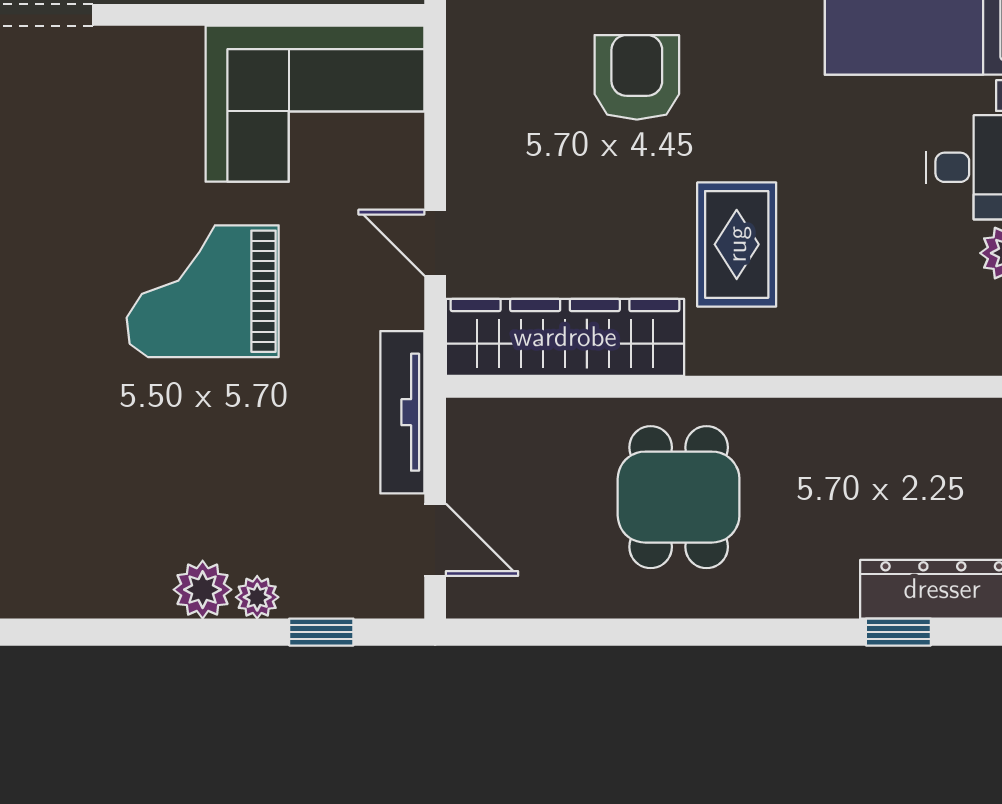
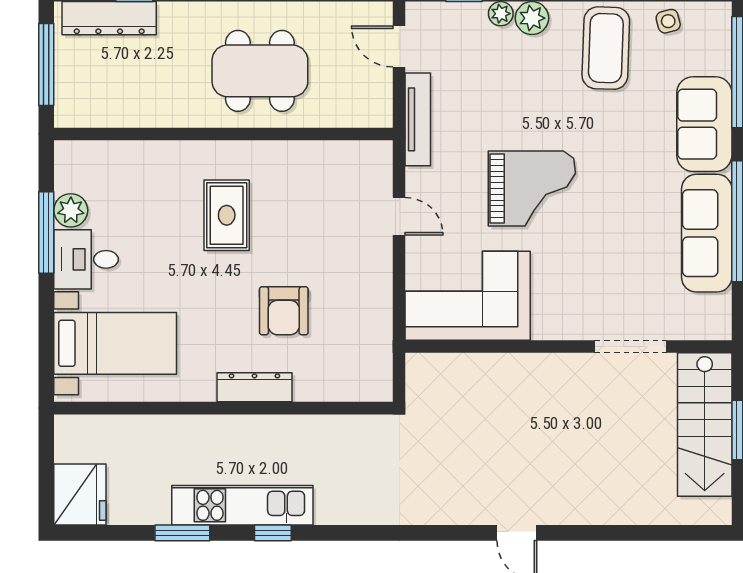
wardrobe: (565, 337) -> (325, 162), removed
dining table: (679, 497) -> (260, 71), width x1.38
coffee table: (73, 537) -> (606, 48), added

